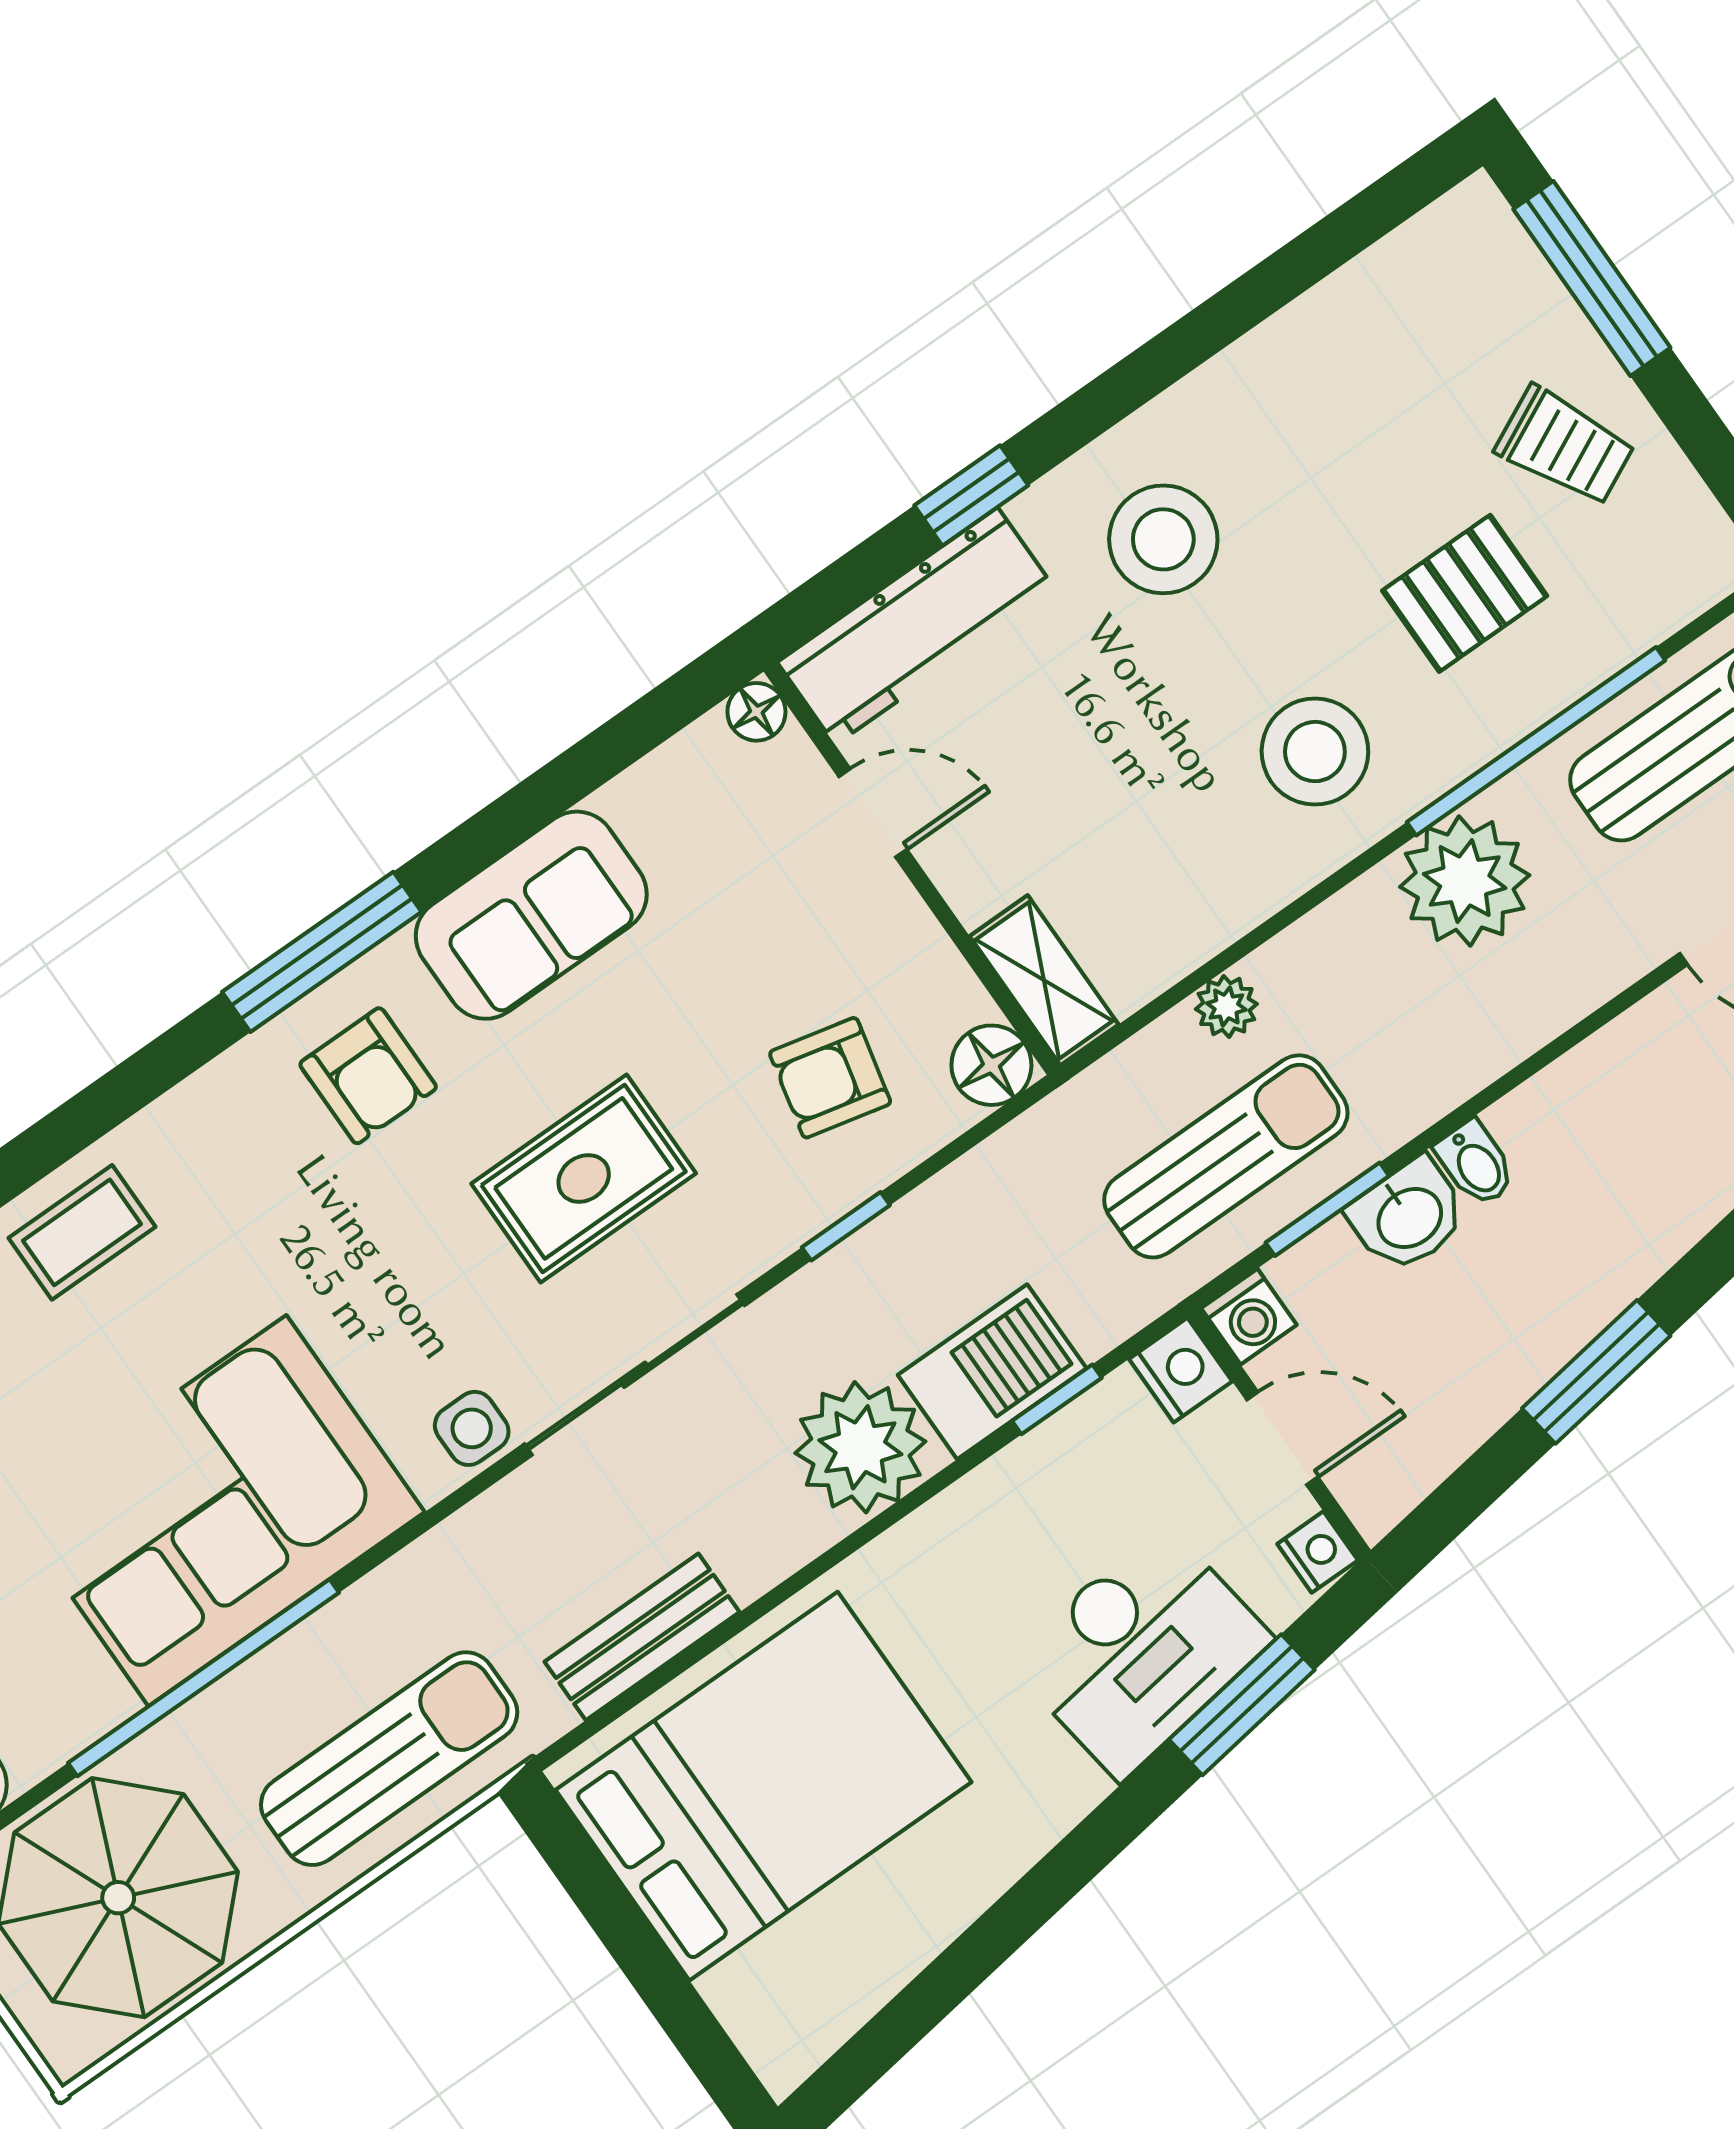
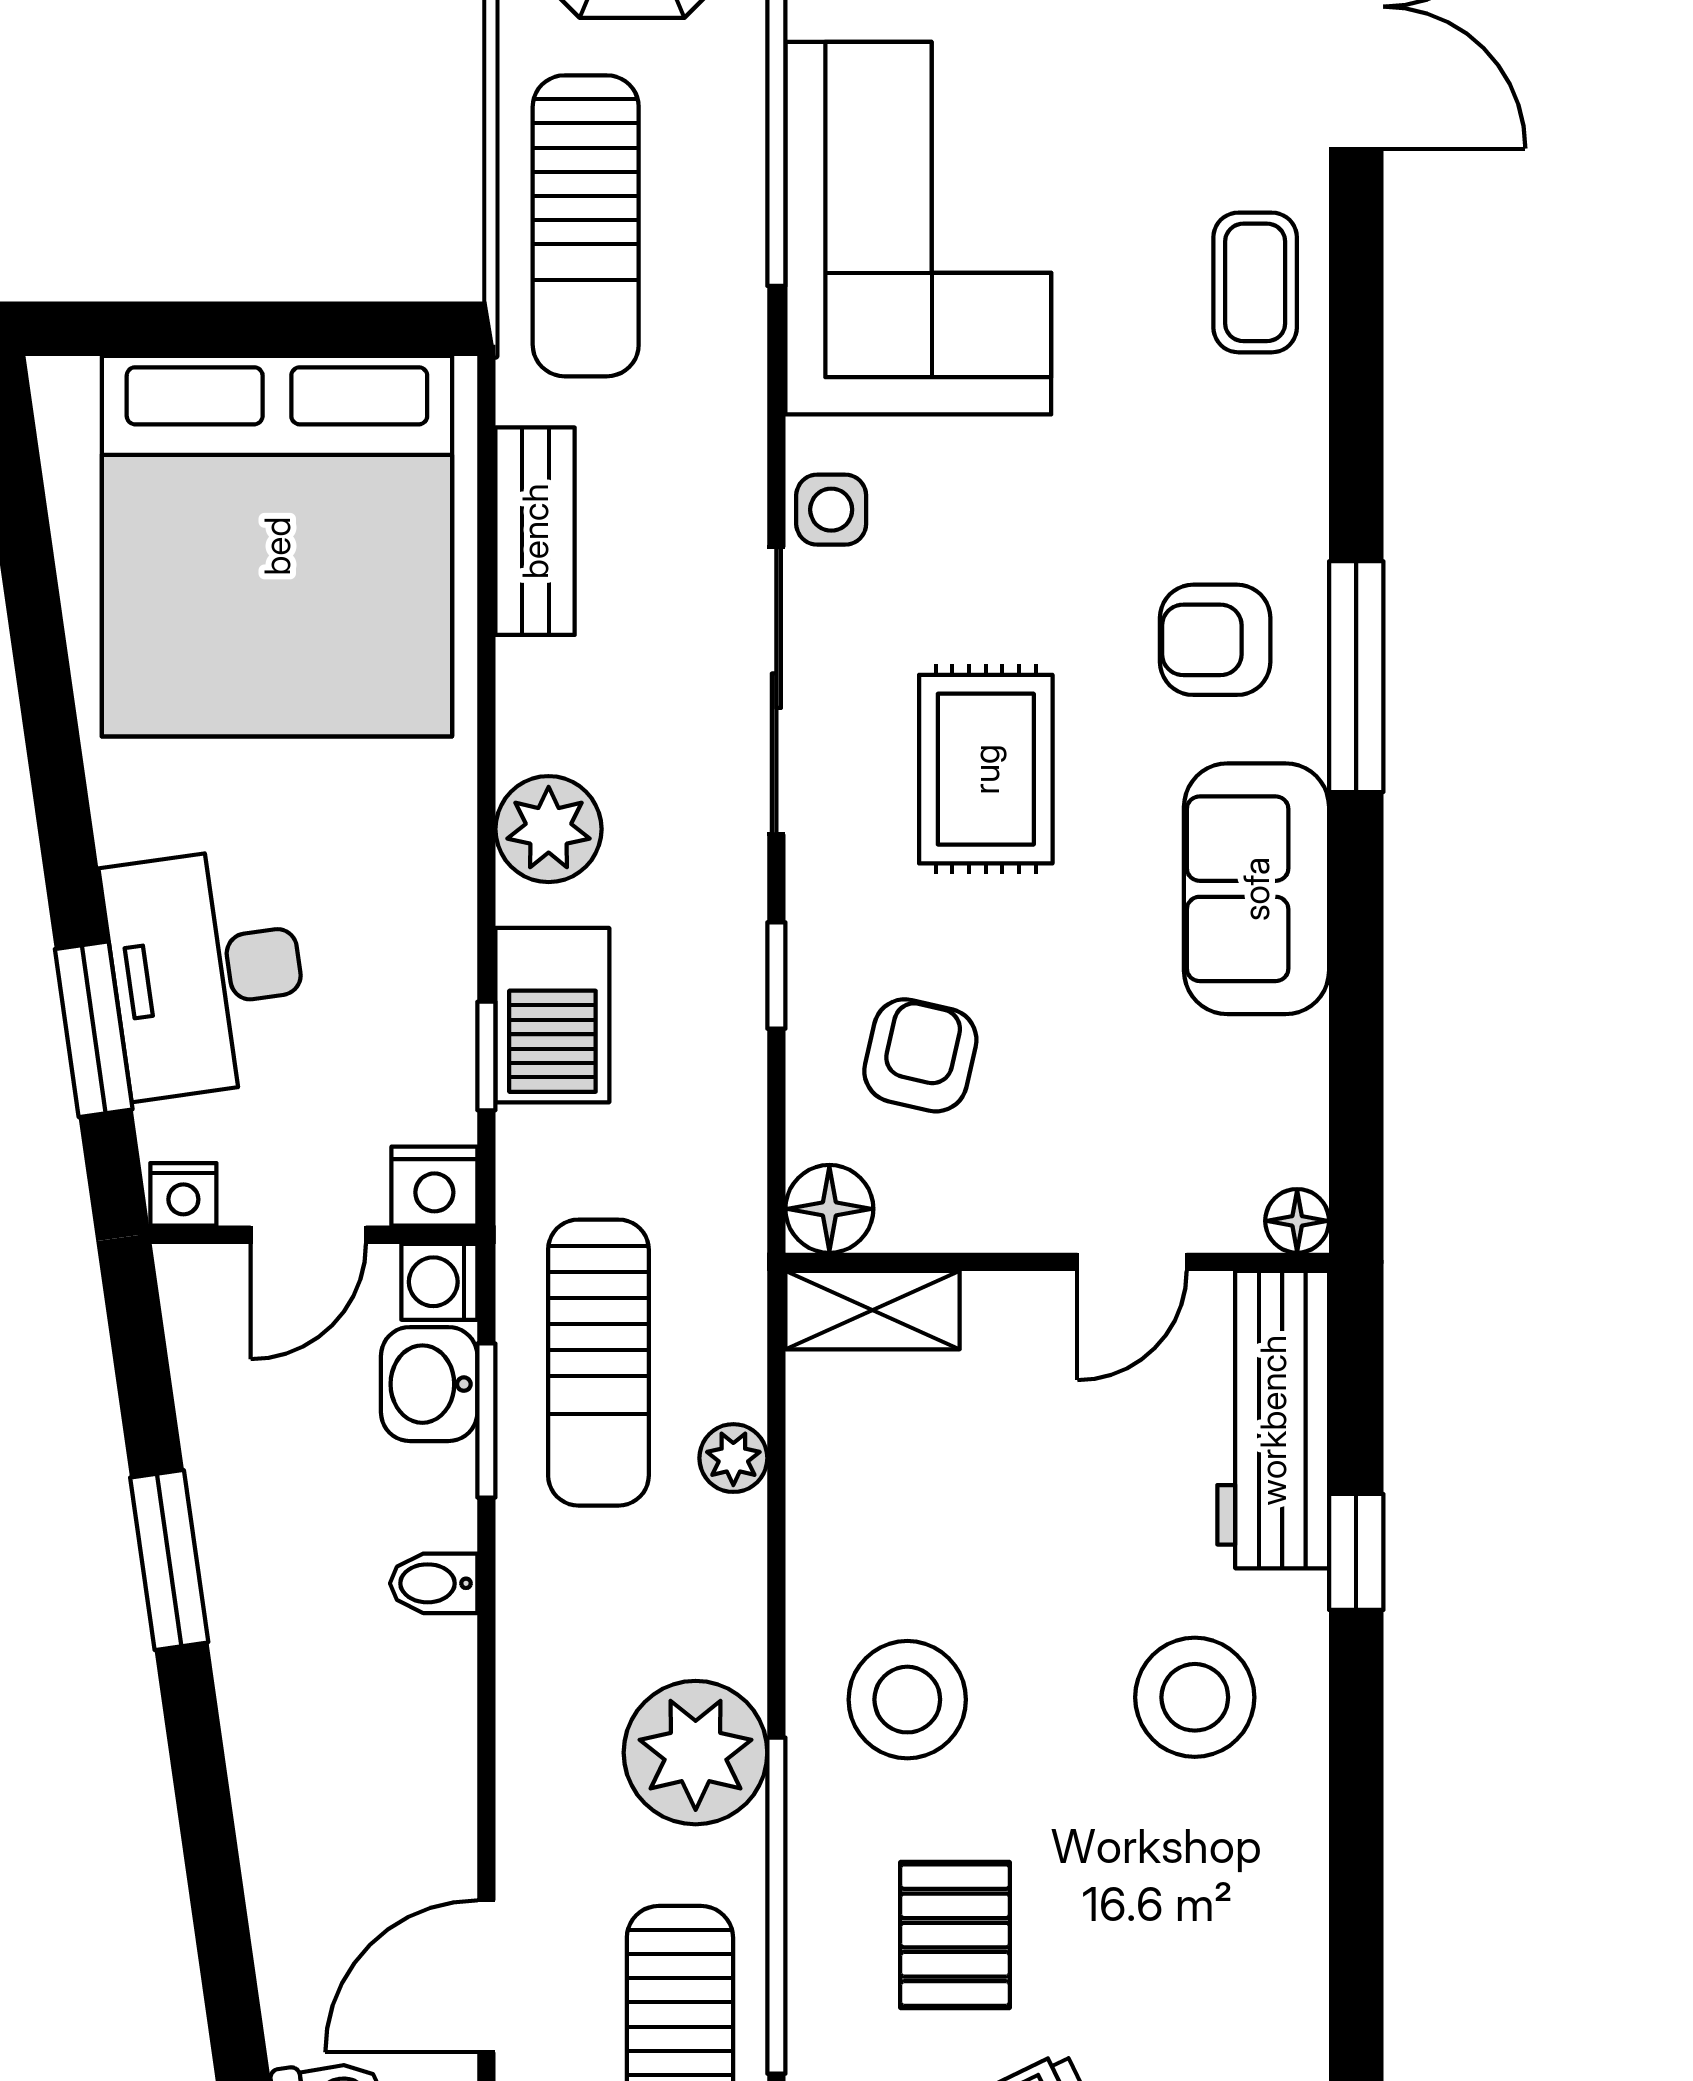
washbasin: (1408, 1216) -> (429, 1384), moved
plant: (860, 1447) -> (549, 829), width x0.73, depth x0.73
bed: (764, 1786) -> (277, 546), width x1.36

